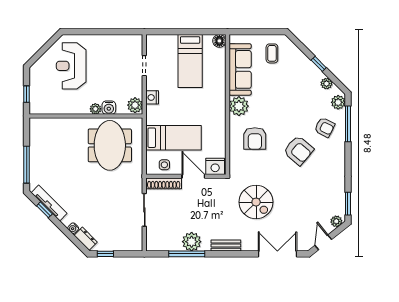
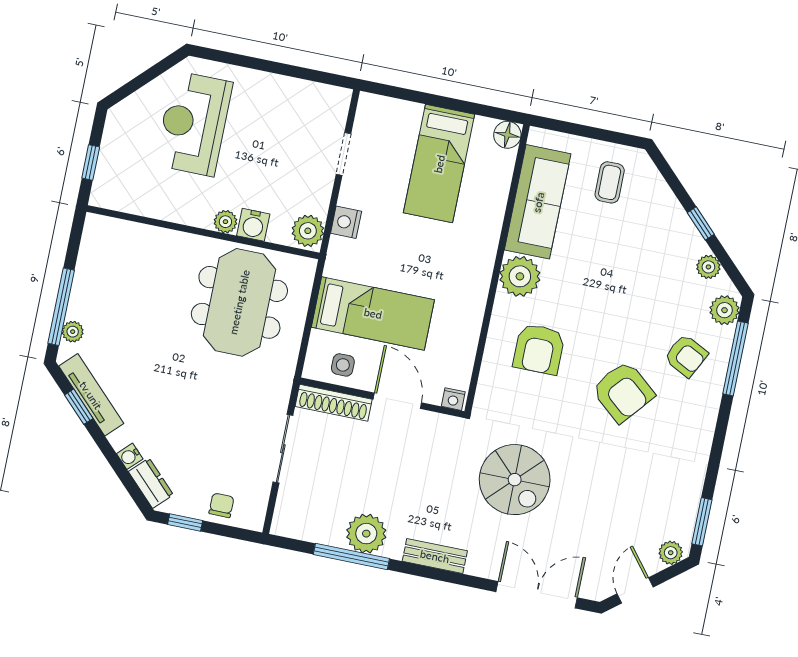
nightstand: (215, 166) -> (453, 399), width x0.53, depth x0.56
plant: (34, 175) -> (73, 332), added
chair: (121, 242) -> (221, 505), added

